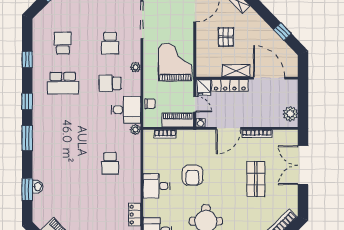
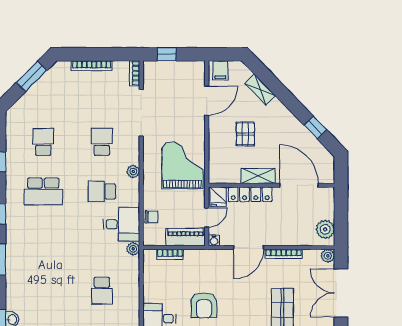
school desk: (110, 43) -> (102, 142), turned 180
door: (195, 104) -> (207, 217), hinge flipped
plant: (292, 135) -> (328, 256), added

